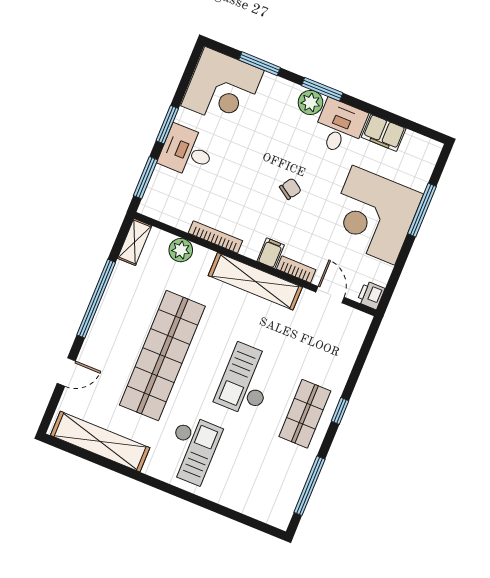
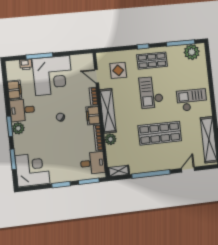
desk: (187, 151) -> (93, 163), moved, turned -90
plant: (181, 250) -> (110, 139), moved
filing cabinet: (271, 253) -> (93, 115), width x2.00
door: (330, 295) -> (97, 76), hinge flipped
printer: (371, 295) -> (26, 64), moved
display table: (320, 340) -> (118, 70), added
shop shelf: (162, 356) -> (160, 133), width x0.71
door: (66, 372) -> (188, 170), hinge flipped
checkout: (247, 380) -> (151, 92), turned 90
plant: (282, 498) -> (192, 52), added

